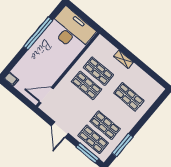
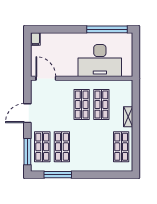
desk: (71, 30) -> (100, 61), moved, turned 90
window: (38, 33) -> (107, 29), moved
shop shelf: (129, 97) -> (121, 147), moved

